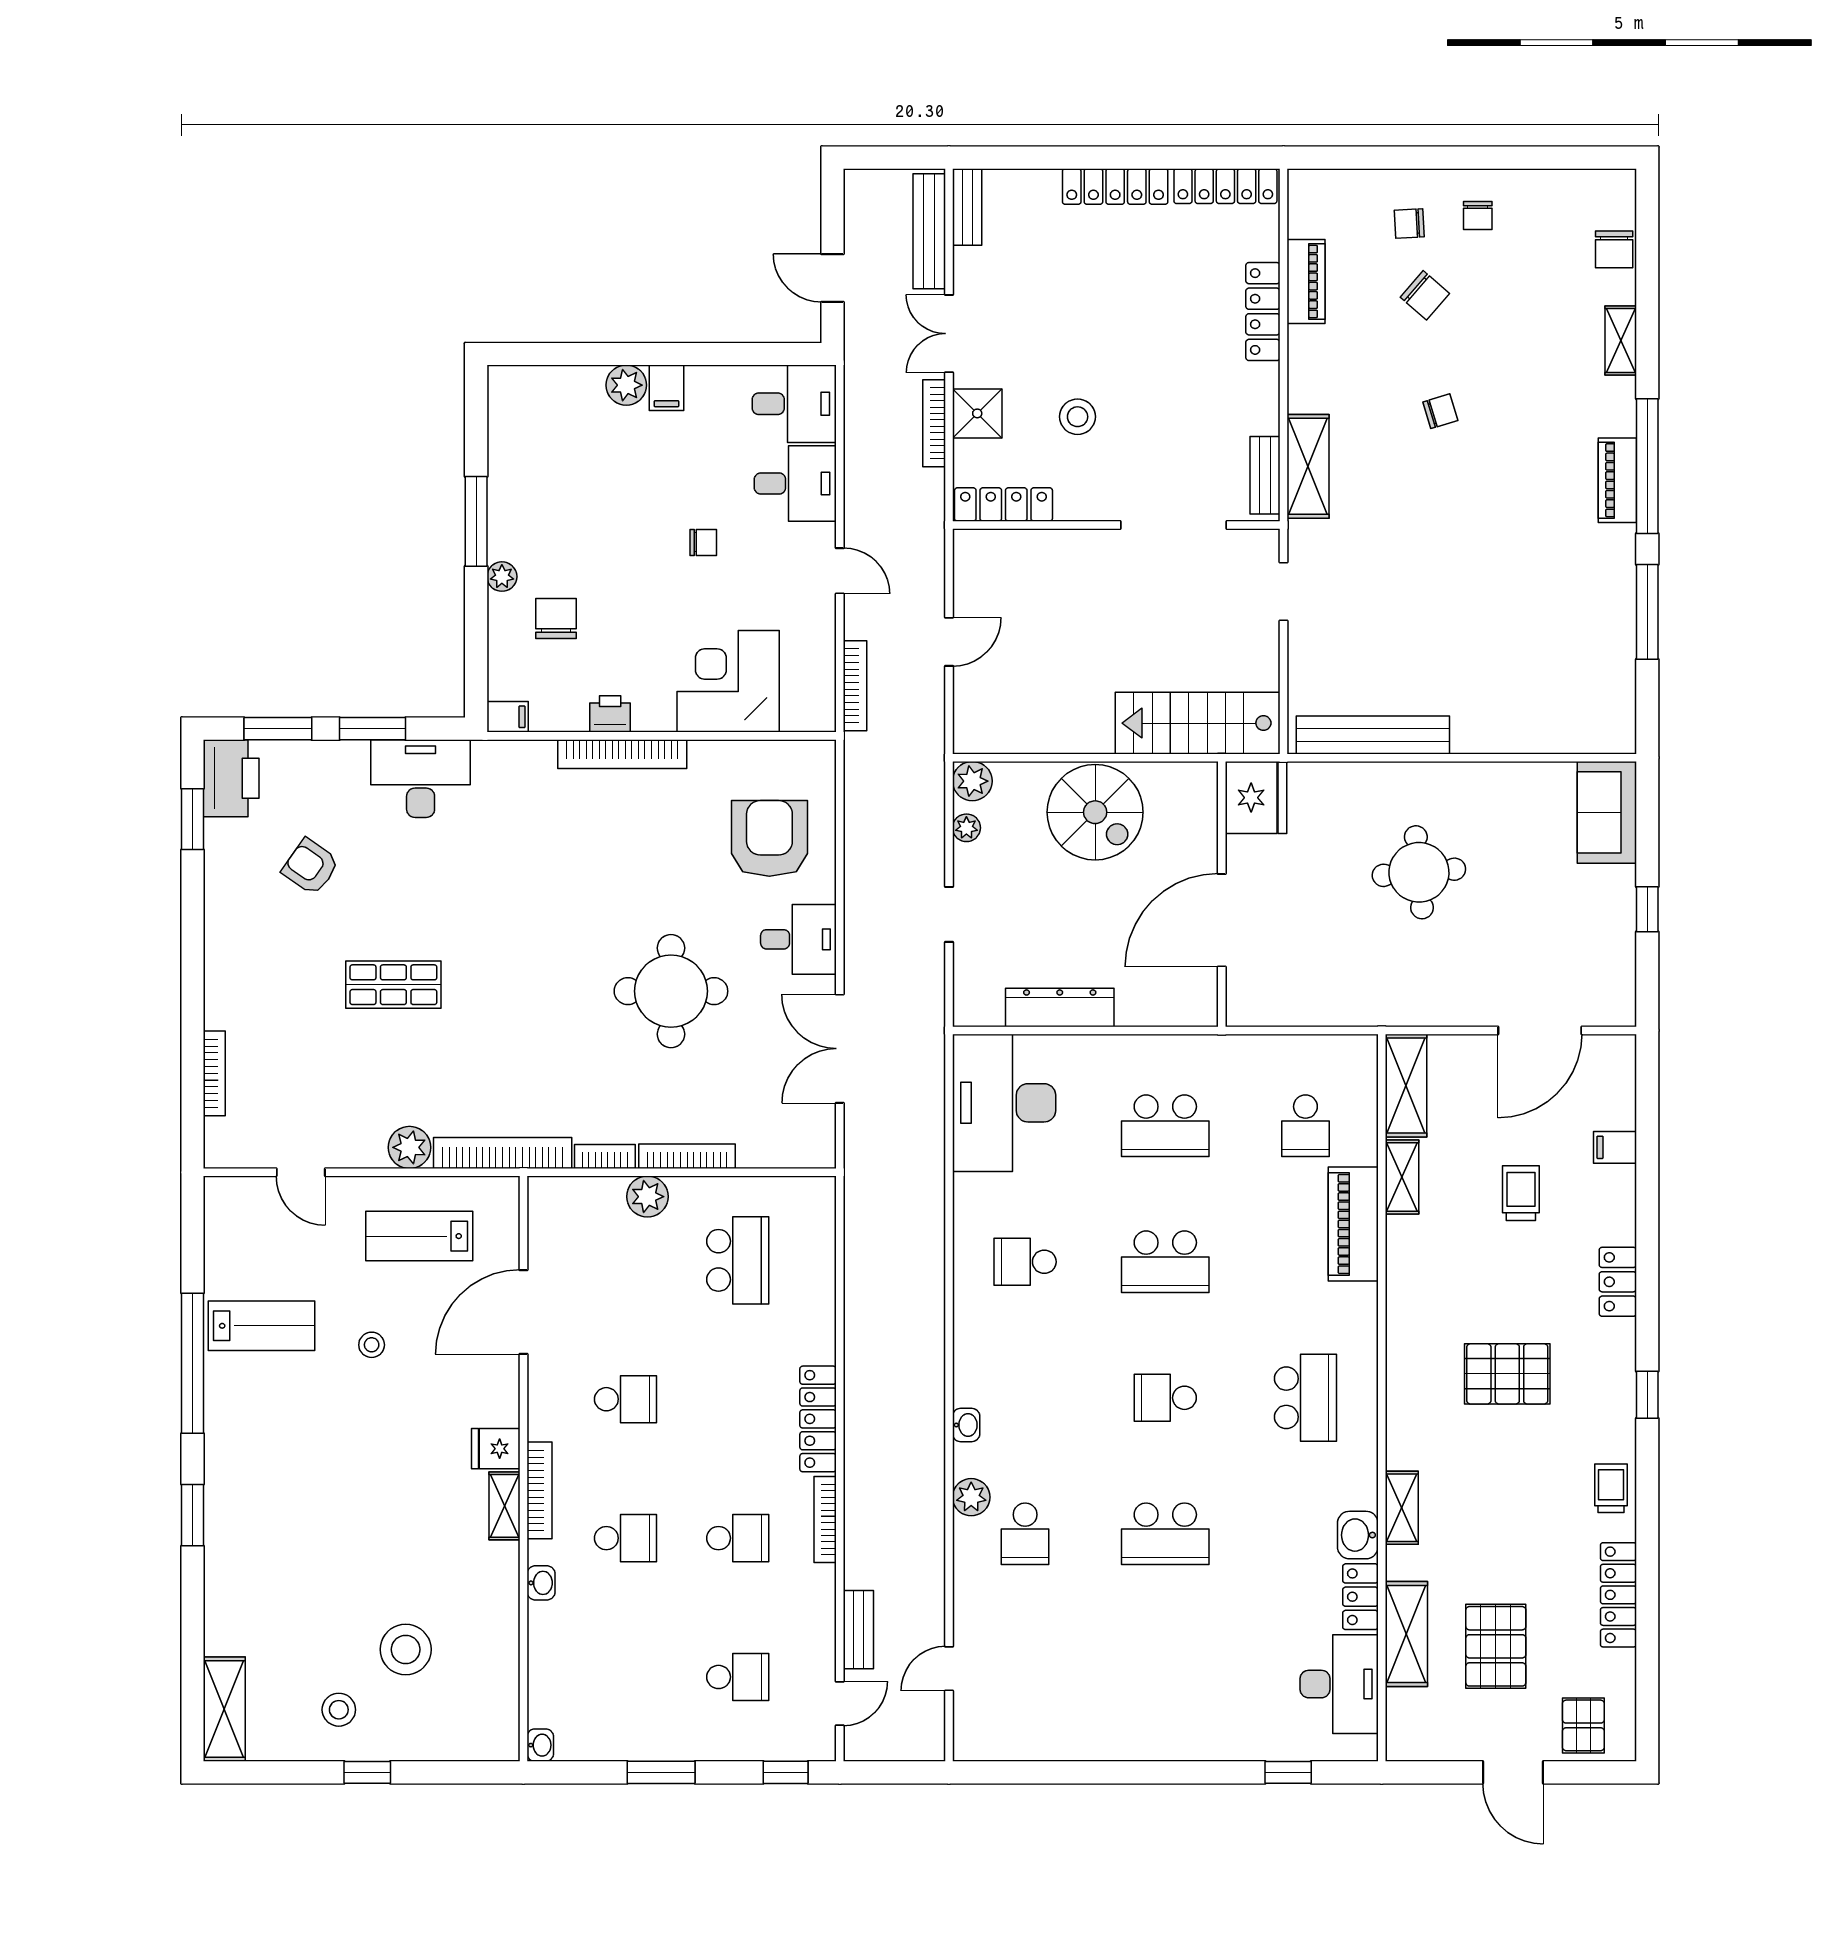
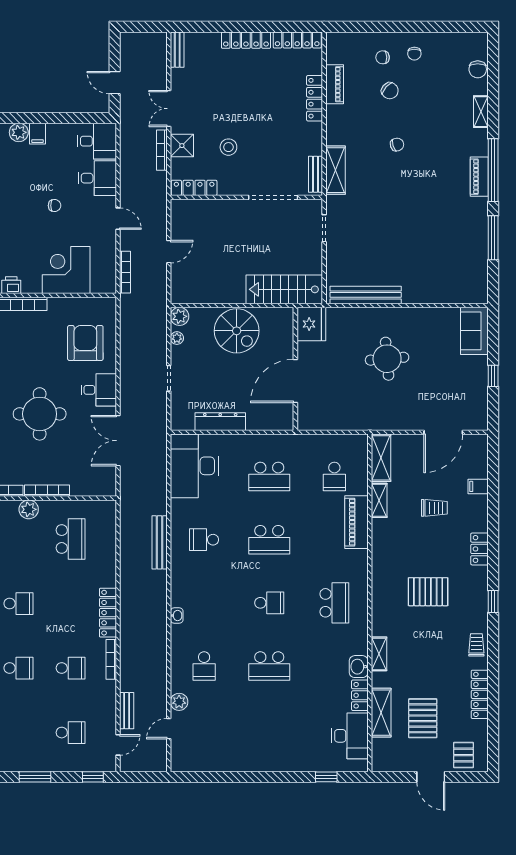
bench: (929, 231) -> (160, 542), moved
trolley: (1521, 1193) -> (434, 508), turned 90
school desk: (1165, 1398) -> (269, 603), turned 180
plant: (971, 1497) -> (179, 702), moved

